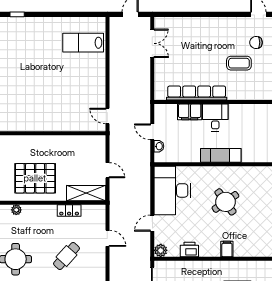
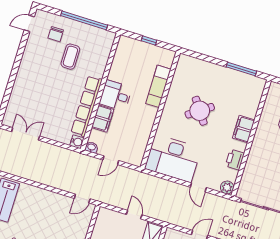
water cooler: (160, 94) -> (77, 142), added
washbasin: (159, 146) -> (91, 147), moved
exam couch: (221, 155) -> (158, 86), moved
door: (107, 170) -> (134, 215), hinge flipped
filing cabinet: (227, 249) -> (244, 129), width x2.00

